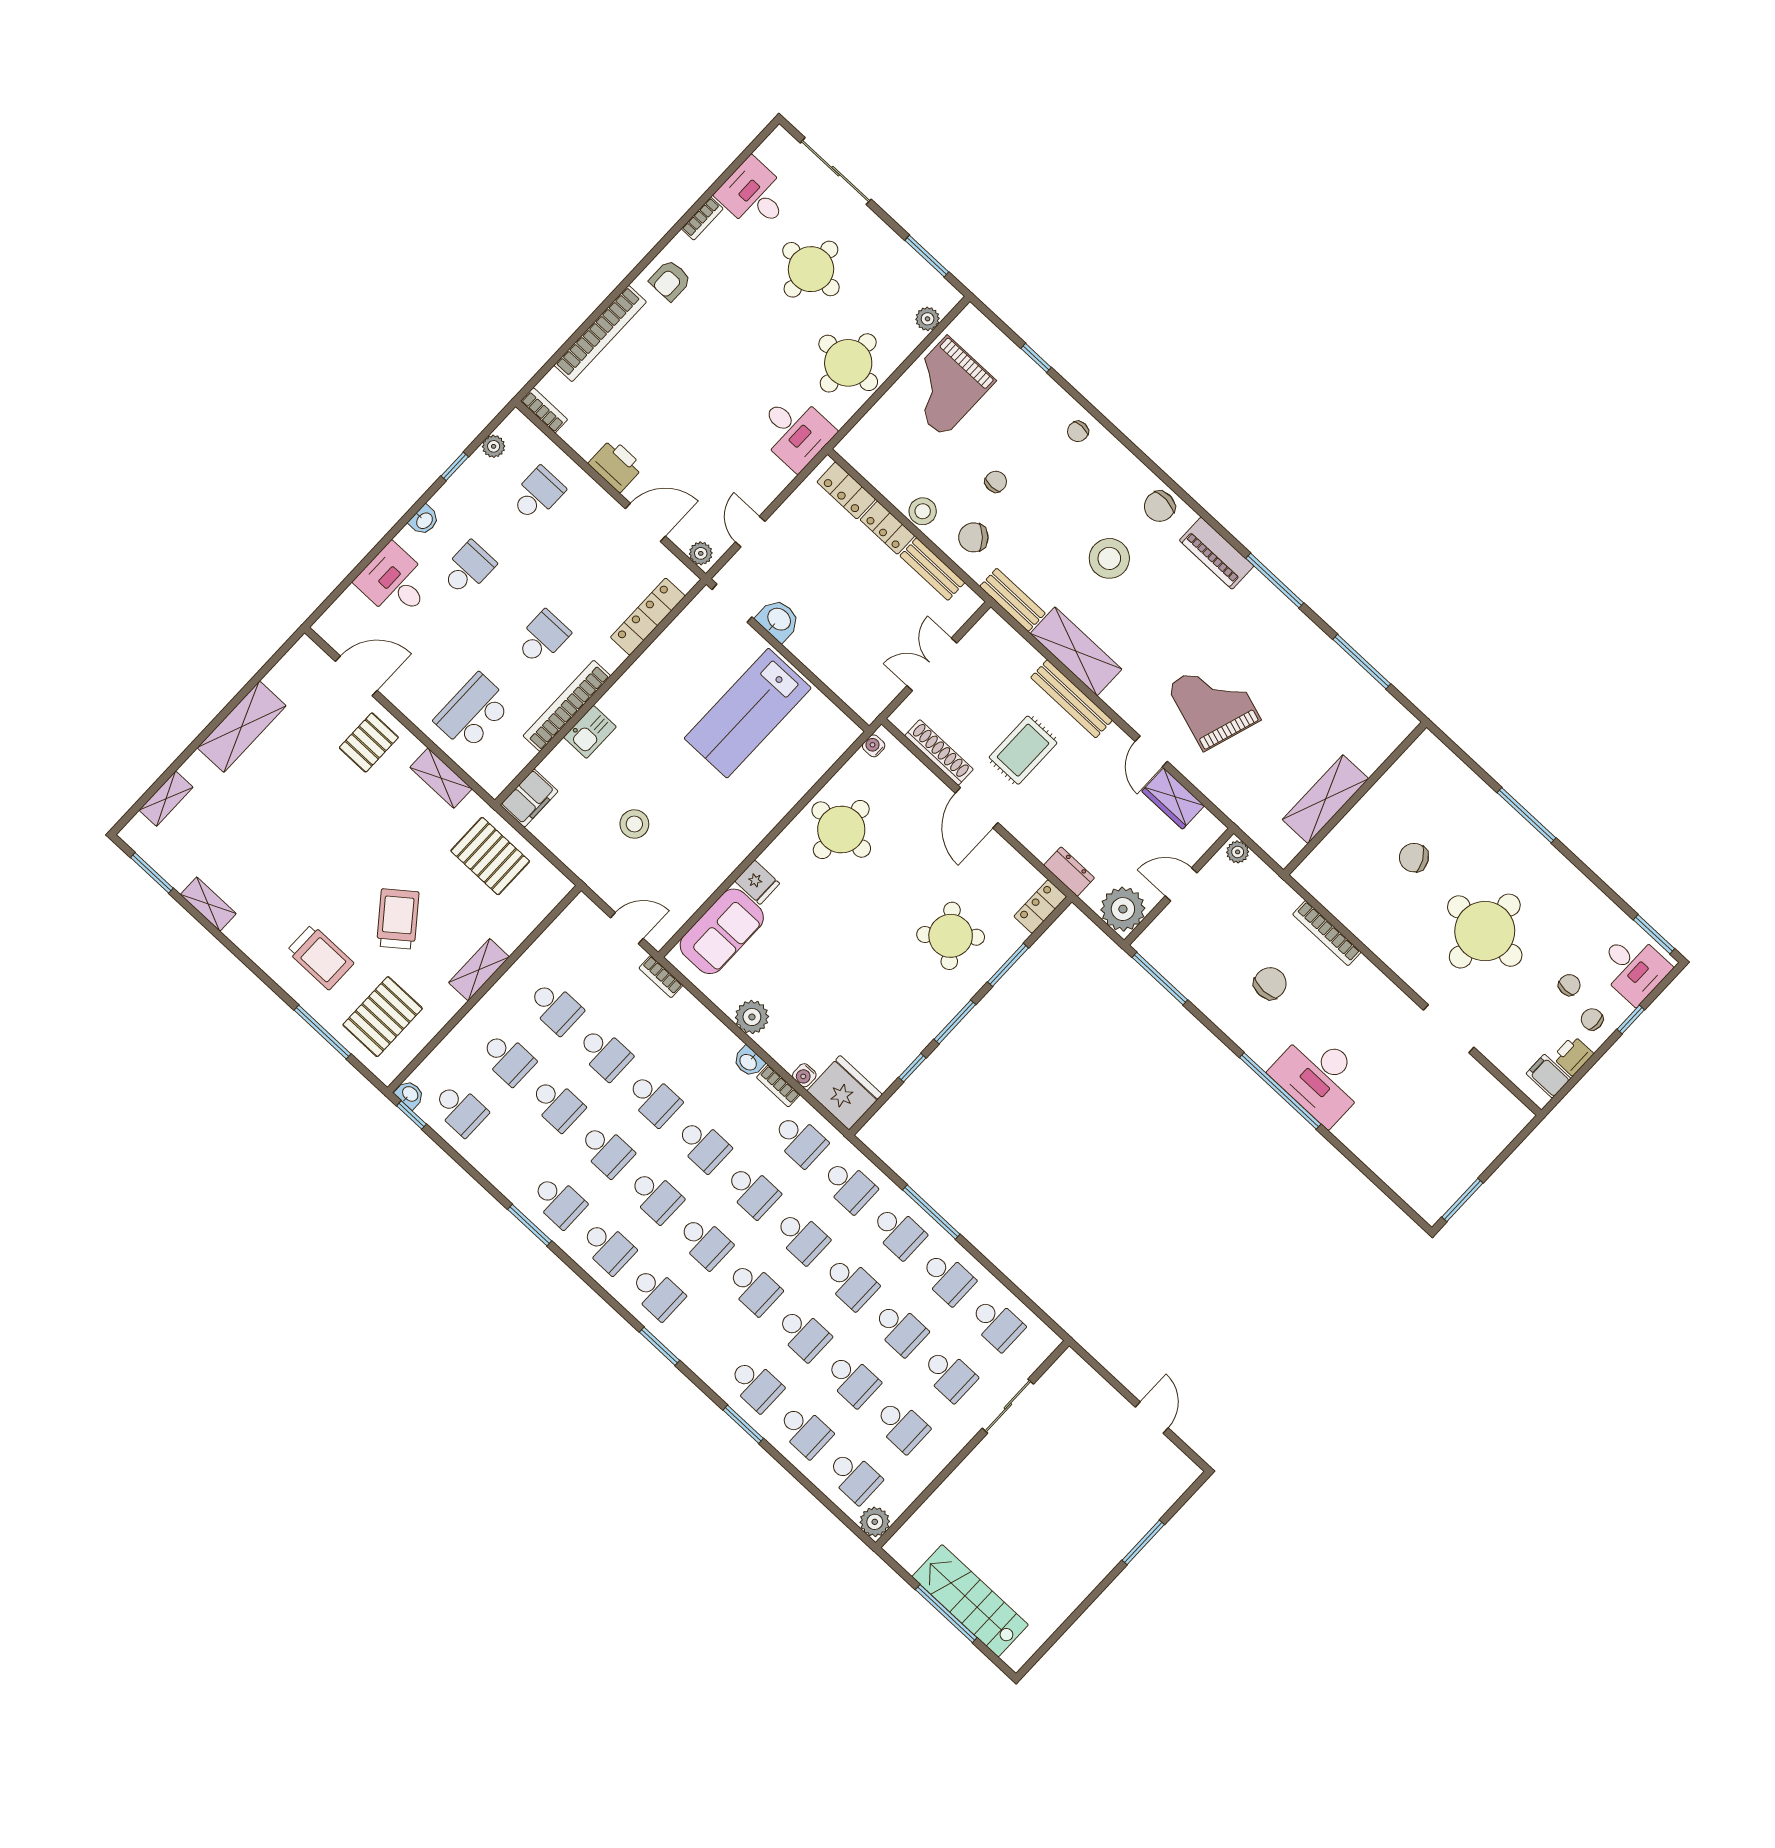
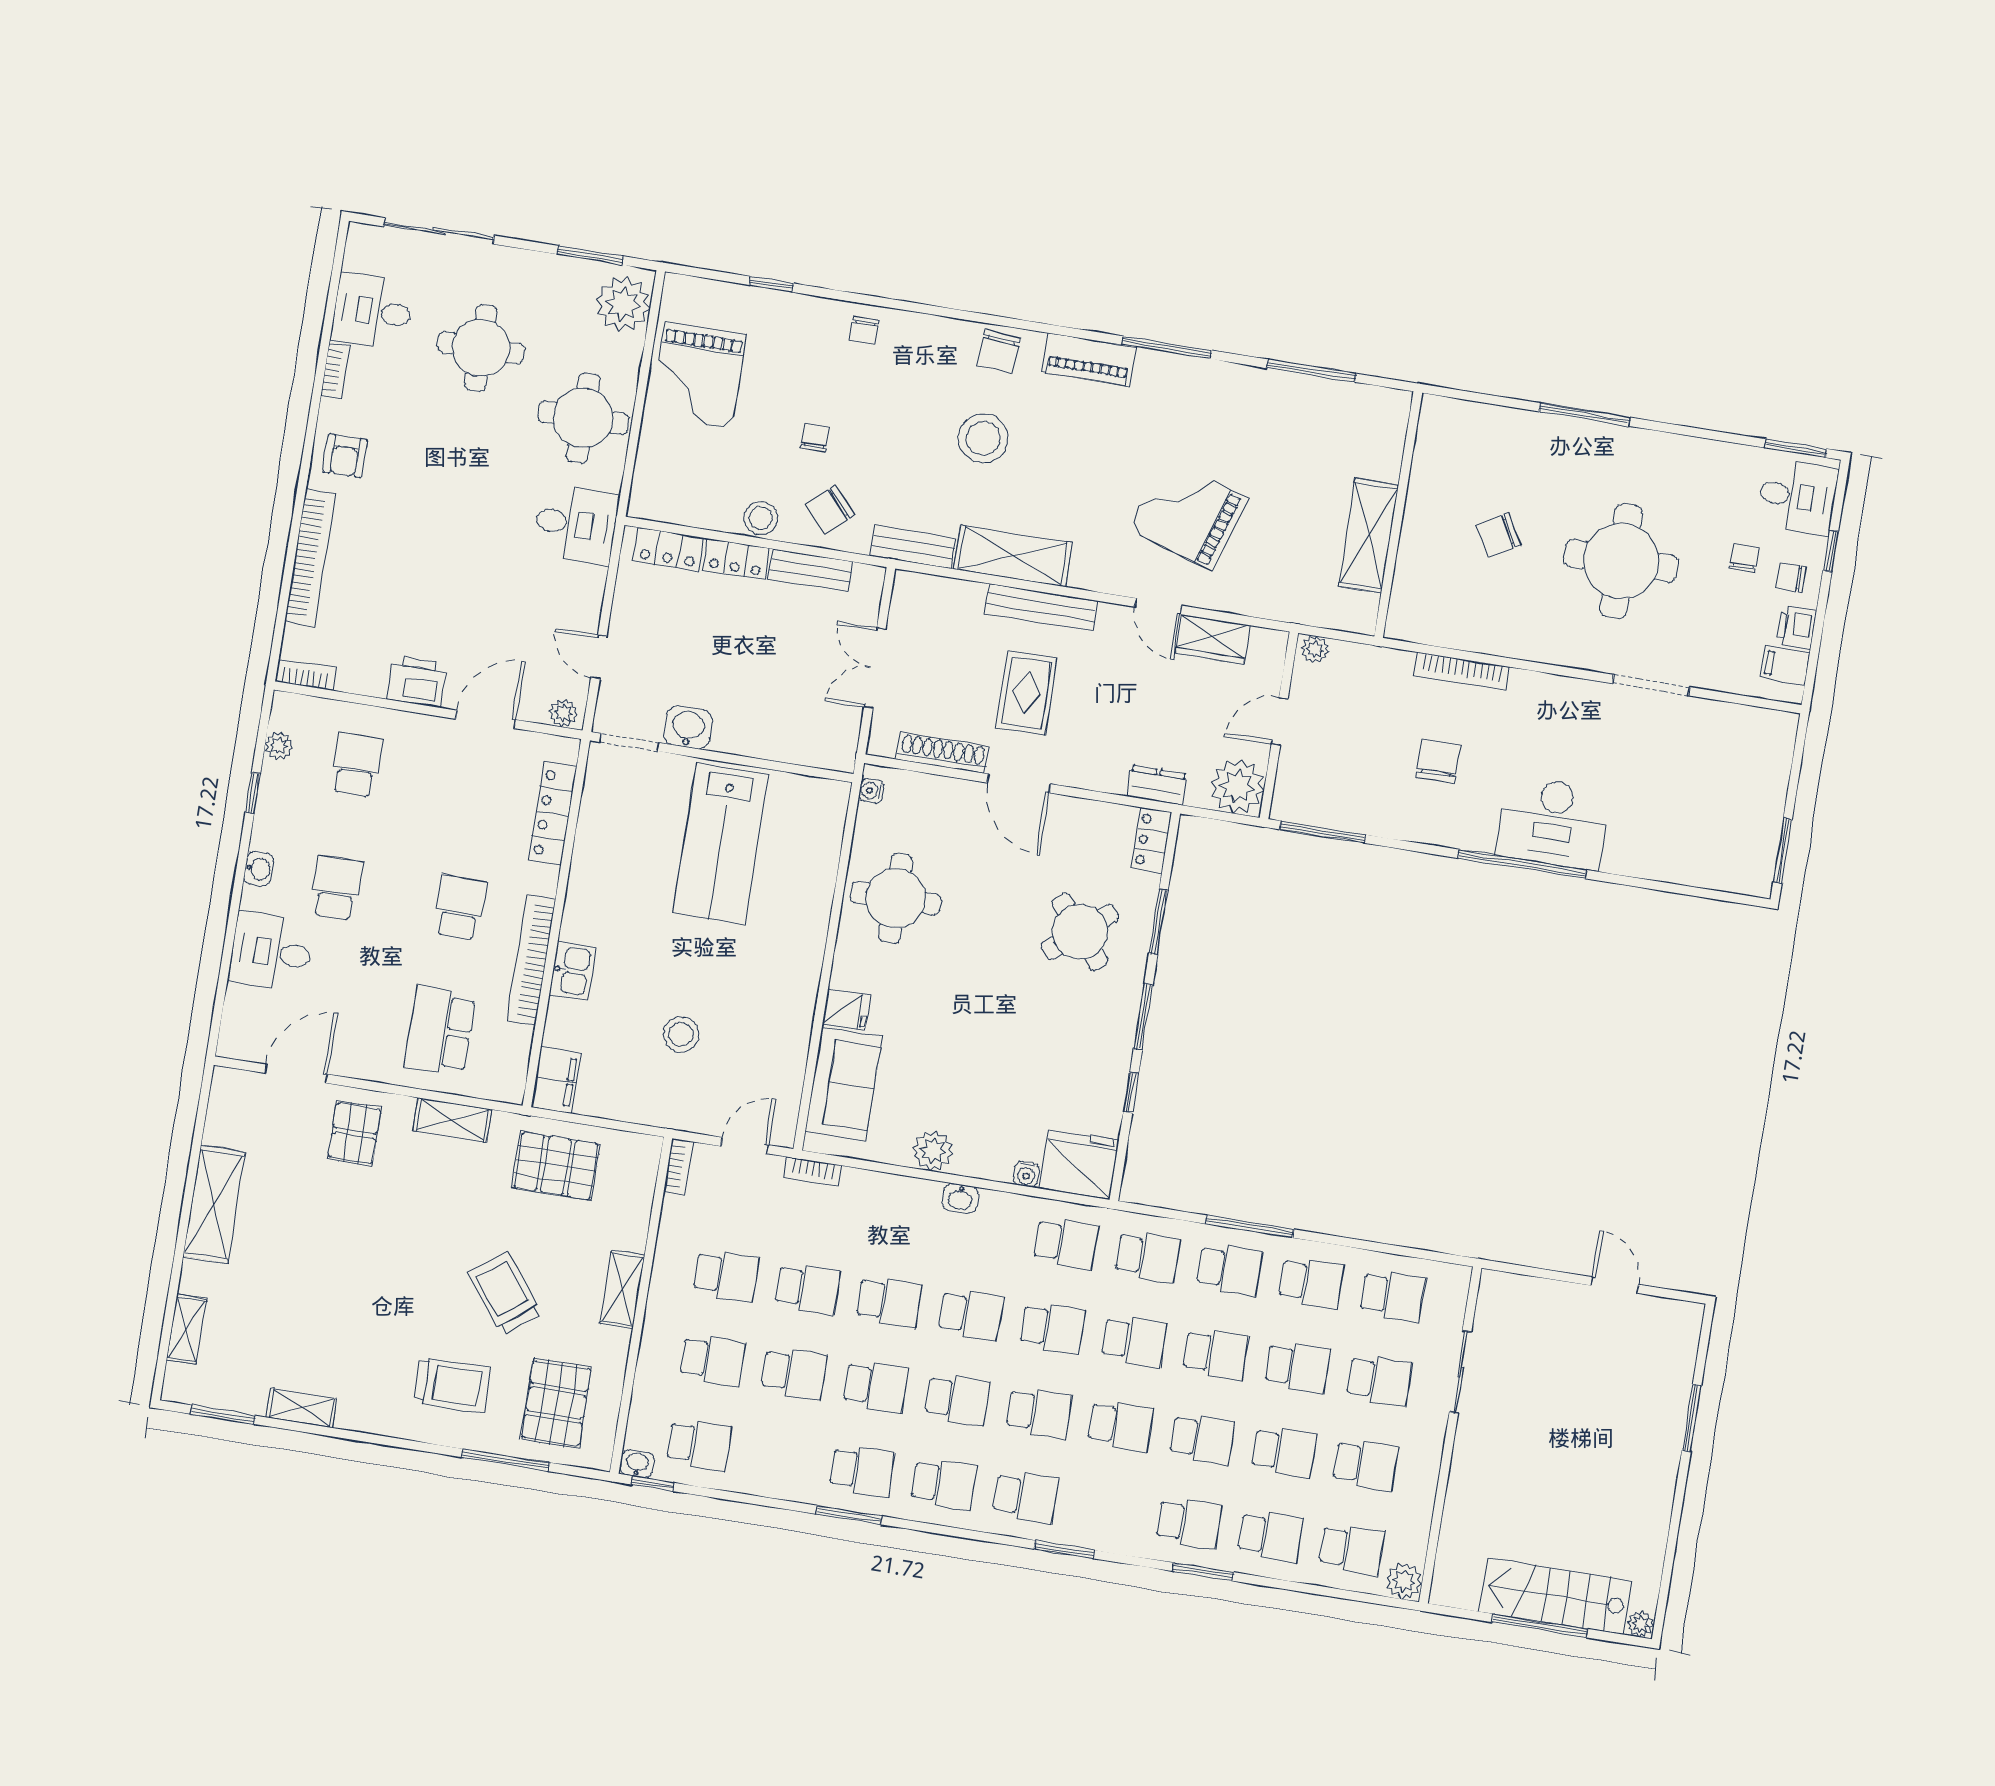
plant: (928, 319) -> (623, 304), width x1.88, depth x1.88
bookcase: (778, 1086) -> (678, 1167), moved, turned -90
plant: (1015, 1658) -> (1641, 1624), added

